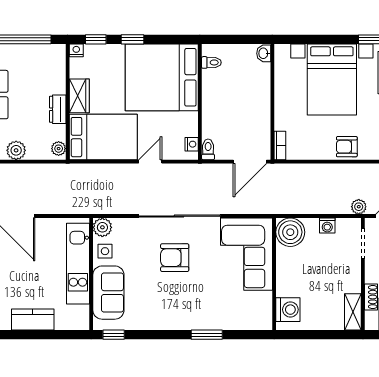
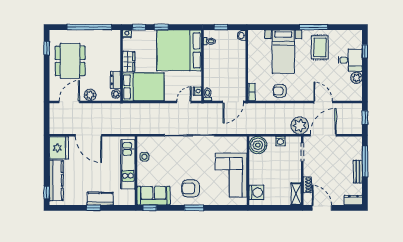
window: (230, 39) -> (221, 27), added
bed with nightstands: (332, 79) -> (283, 52), width x0.73
dresser: (58, 109) -> (116, 80), moved
armchair: (347, 147) -> (280, 91), moved
door: (150, 162) -> (184, 102), moved
plant: (359, 207) -> (300, 125), width x1.87, depth x1.87
plant: (102, 227) -> (143, 142), removed
corner sofa: (246, 254) -> (231, 175), moved
armchair: (175, 258) -> (191, 188), moved
sofa: (108, 293) -> (153, 196), moved, turned -90
window: (22, 335) -> (93, 208), added
window: (207, 335) -> (194, 208), moved

